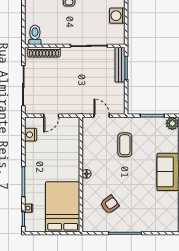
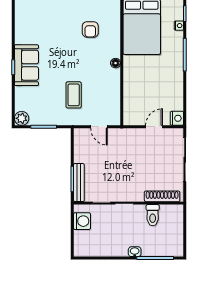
washing machine: (117, 16) -> (82, 221), moved
toilet: (35, 35) -> (153, 215), moved
nightstand: (31, 135) -> (177, 118), moved
armchair: (110, 205) -> (90, 29), turned -54

